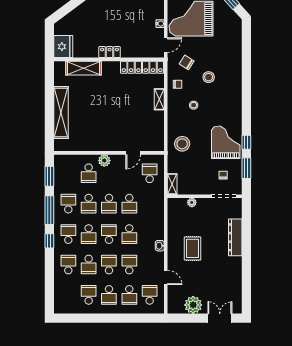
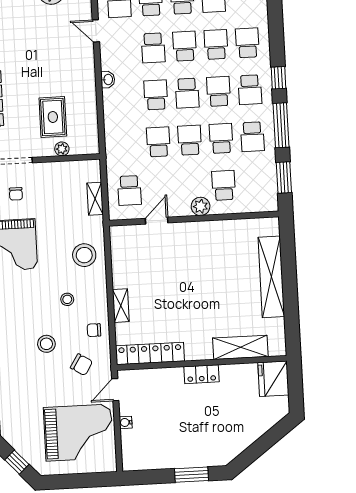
stool: (182, 144) -> (84, 255), moved
shelving: (172, 184) -> (95, 199), moved
rug: (192, 248) -> (53, 117), moved
school desk: (68, 265) -> (247, 43), turned 180
school desk: (109, 265) -> (185, 46), turned 180

